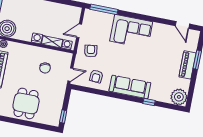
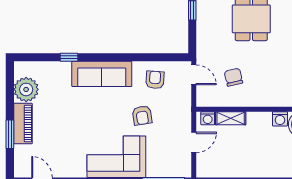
washing machine: (37, 38) -> (280, 119), moved
armchair: (91, 51) -> (142, 115), moved
door: (70, 75) -> (194, 75), swing flipped
plant: (179, 97) -> (26, 89), moved

